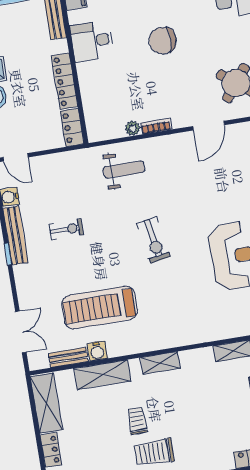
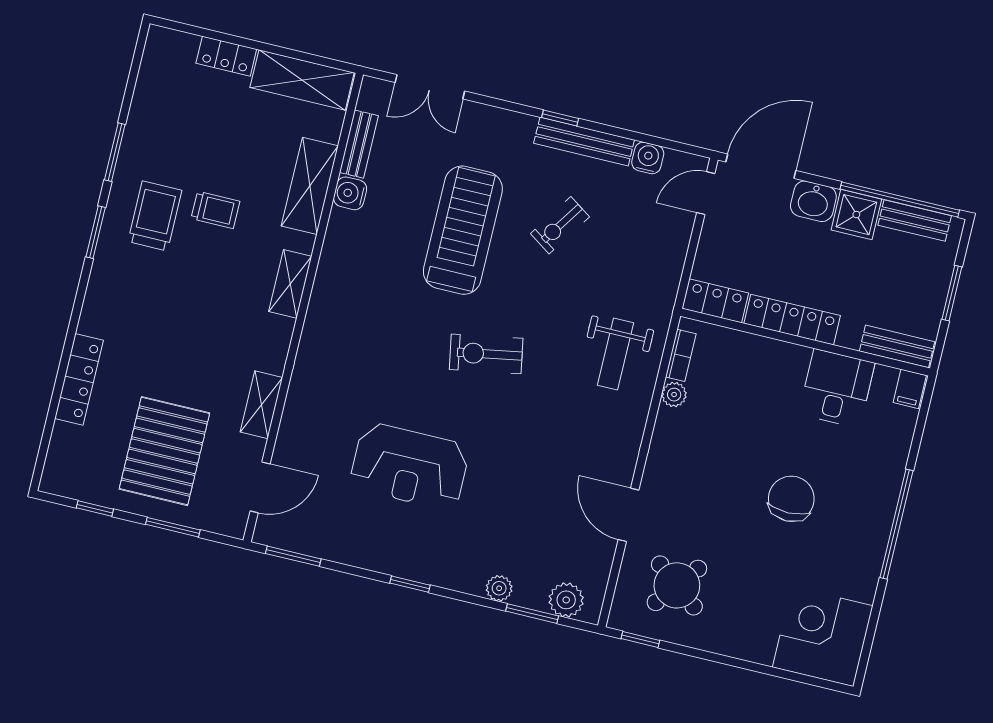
bookcase: (156, 126) -> (681, 355), moved
exercise bike: (67, 229) -> (560, 225), turned 34
treadmill: (100, 307) -> (463, 230), moved

